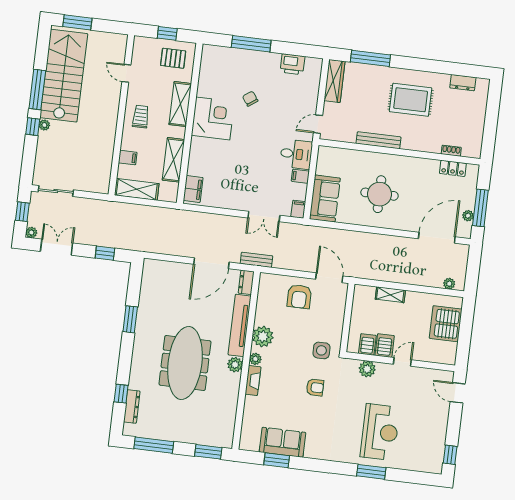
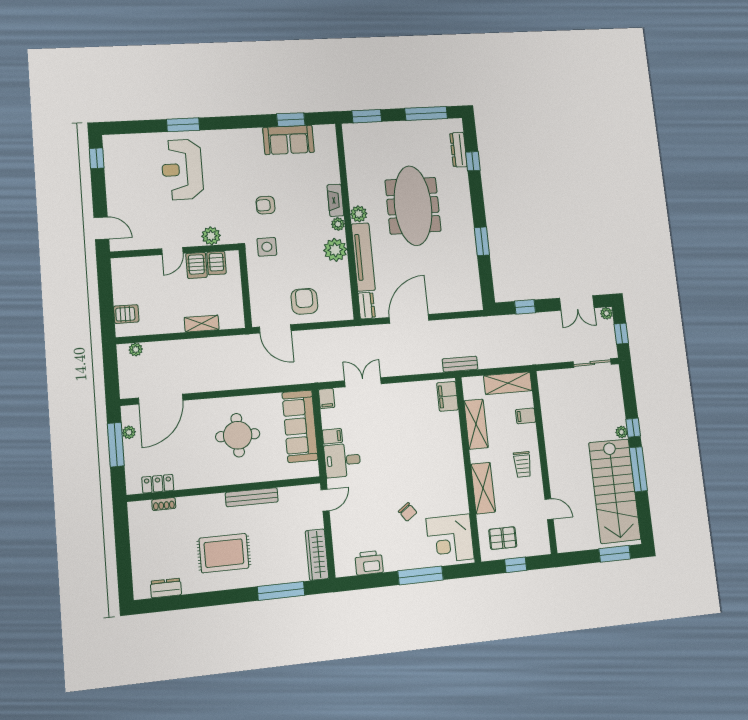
corner desk: (213, 118) -> (450, 539), moved
sofa: (325, 199) -> (300, 426), width x1.36
bench: (256, 260) -> (460, 364), moved
server rack: (446, 324) -> (126, 314), width x0.46, depth x0.70

